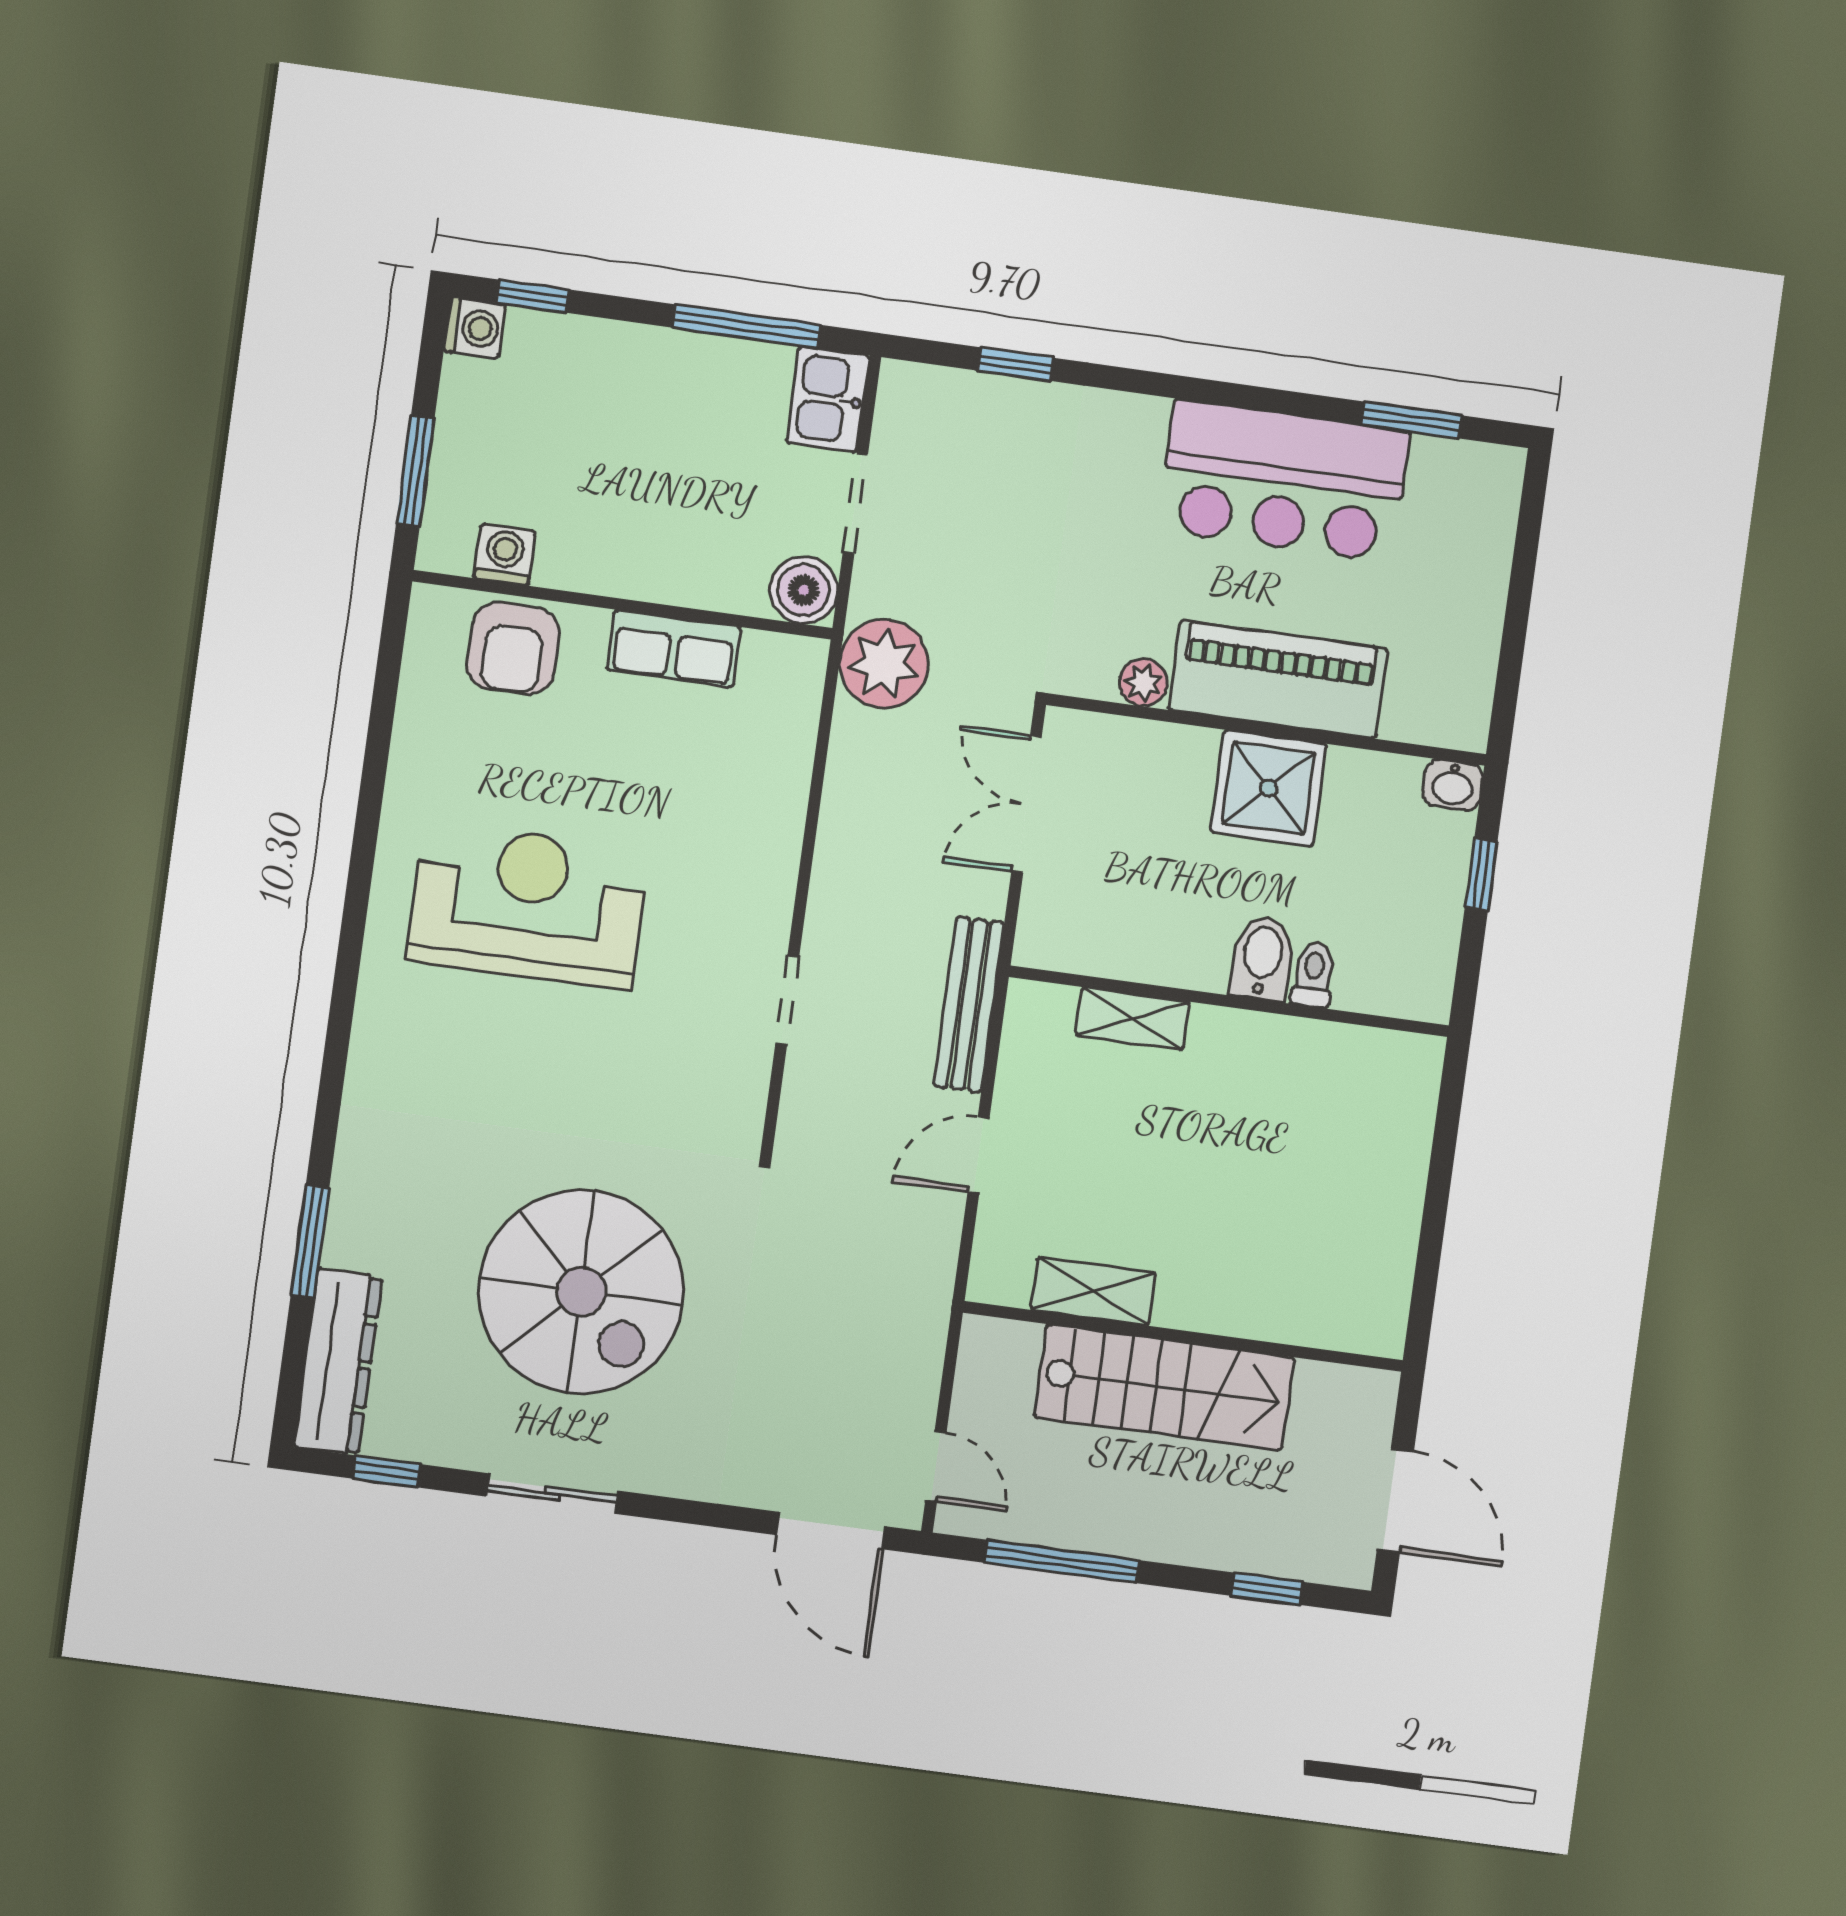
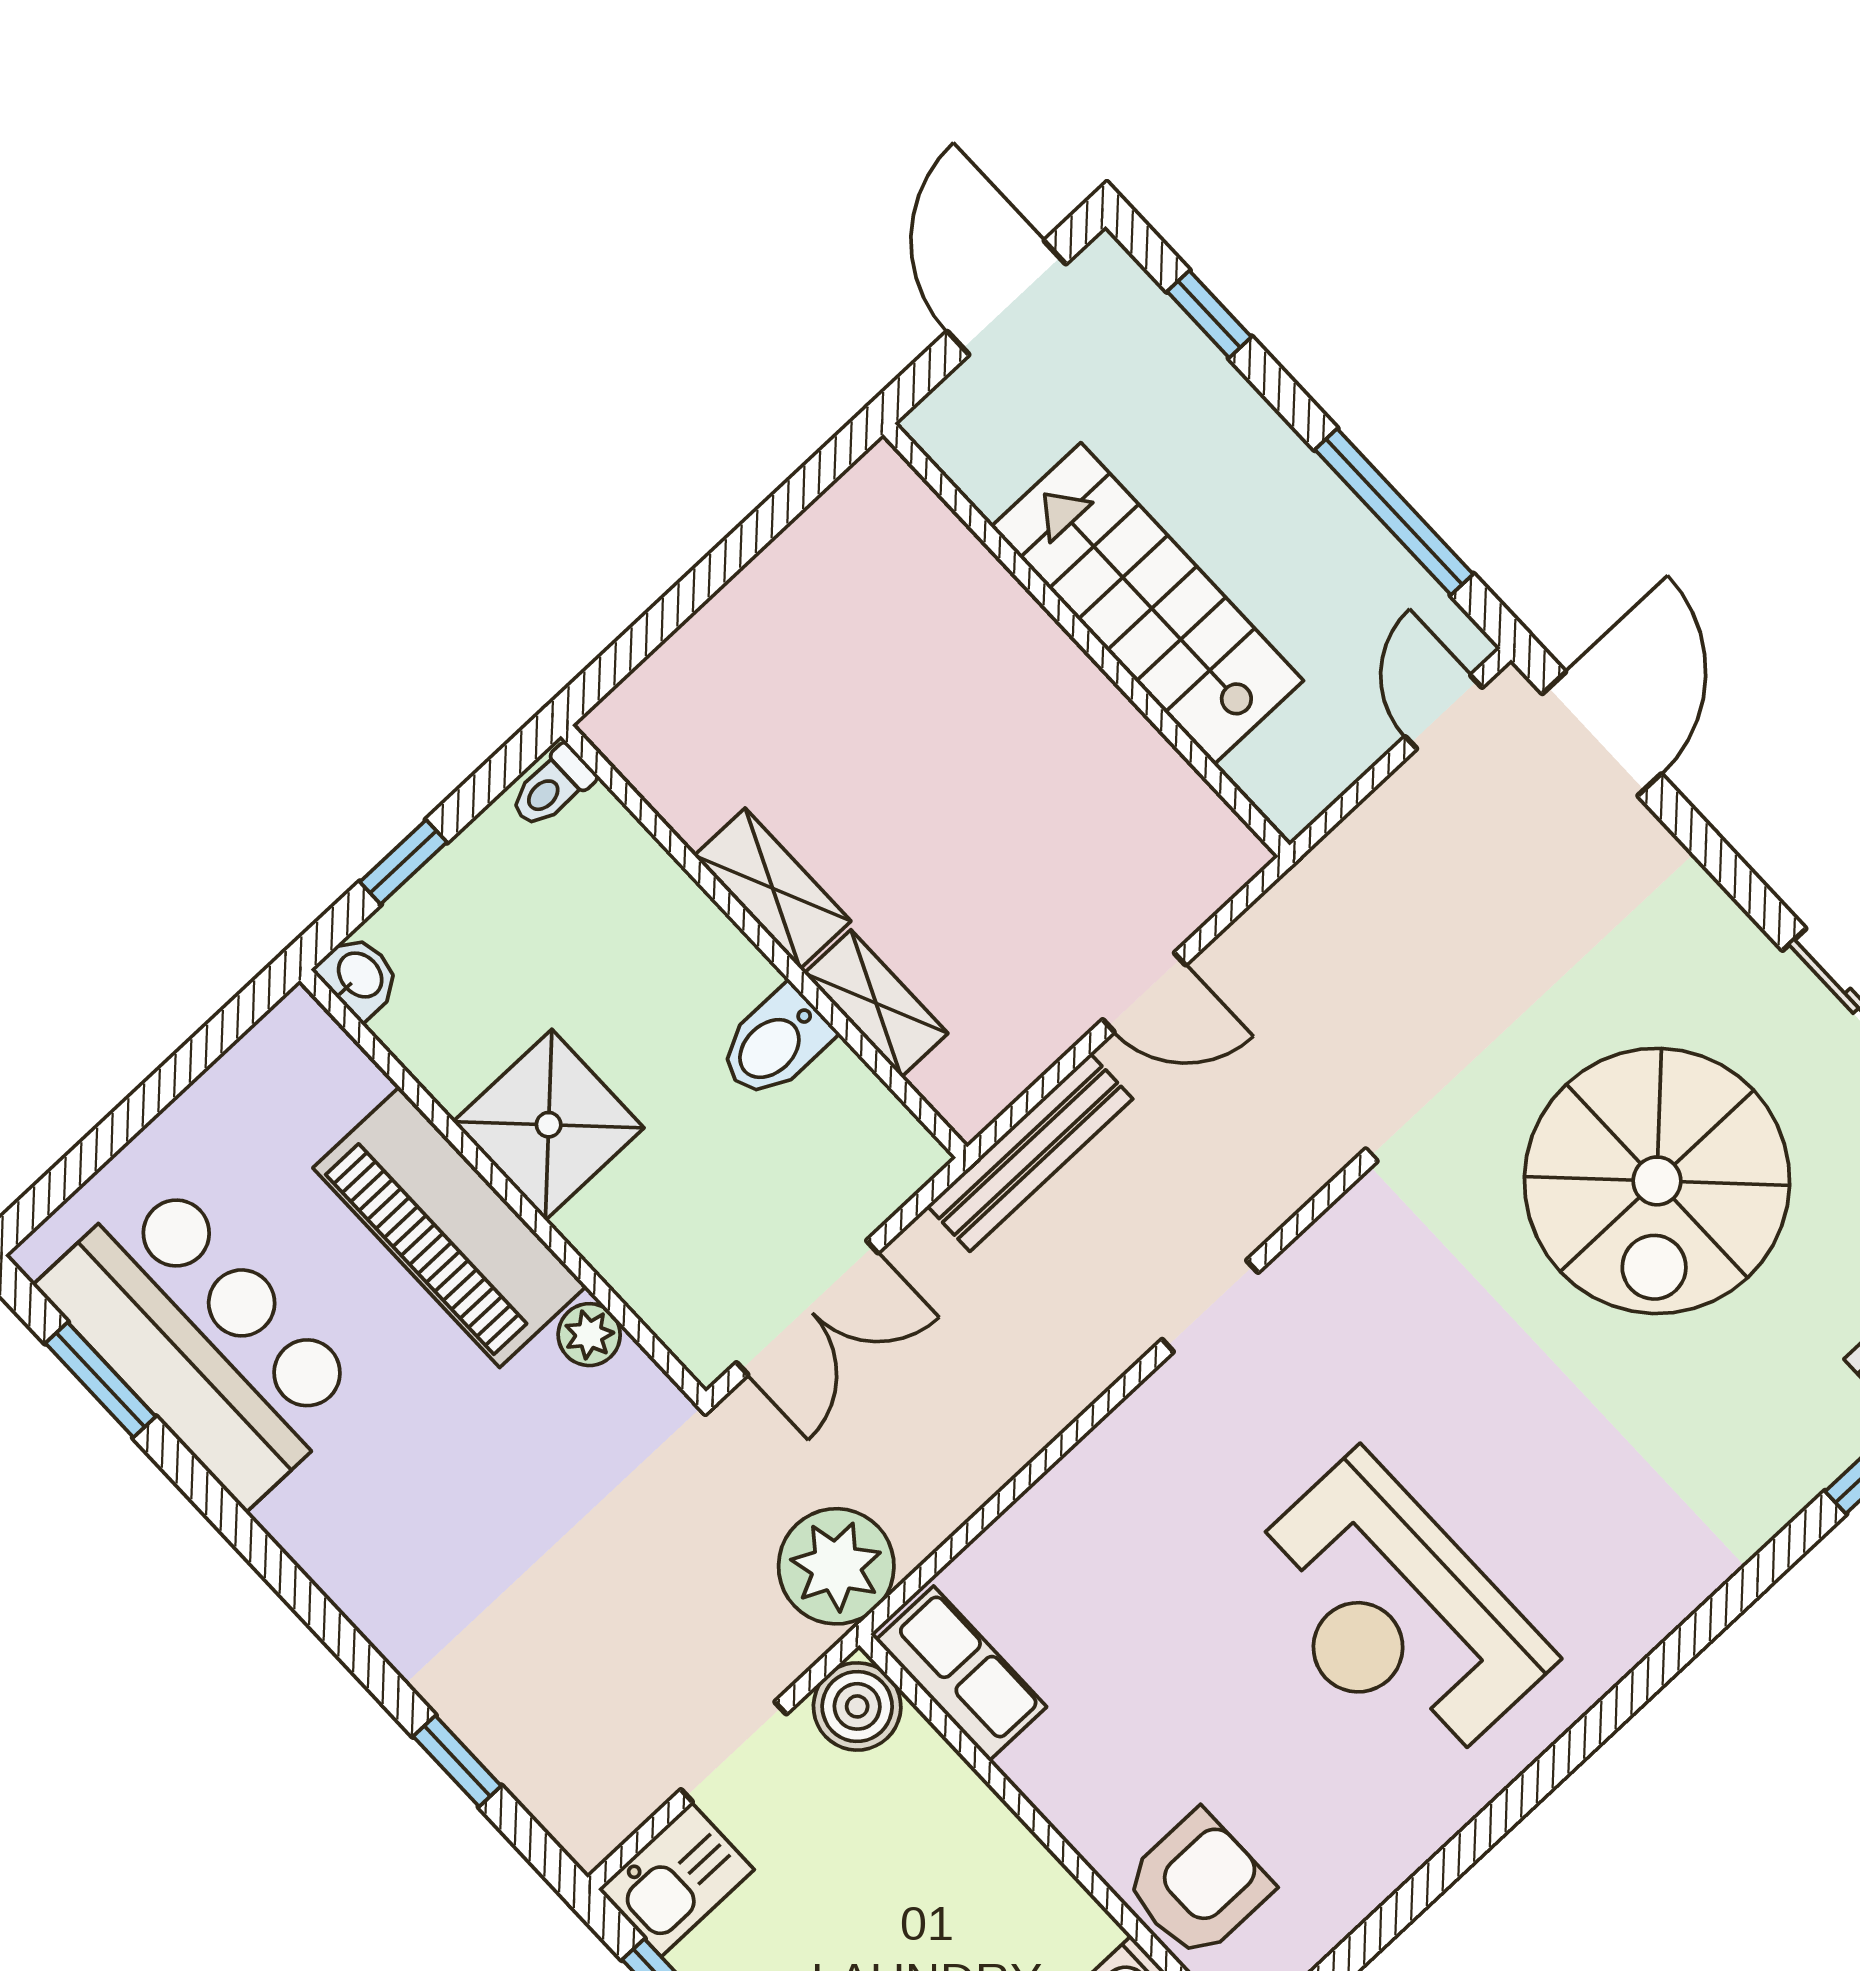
bar counter: (1284, 481) -> (202, 1340), moved
row of seats: (674, 649) -> (961, 1673), moved
bidet: (1262, 958) -> (775, 1043), moved
toilet: (1313, 974) -> (552, 787), moved
shelving: (1093, 1291) -> (773, 888), moved
spiral stairs: (581, 1292) -> (1657, 1181), turned 180

